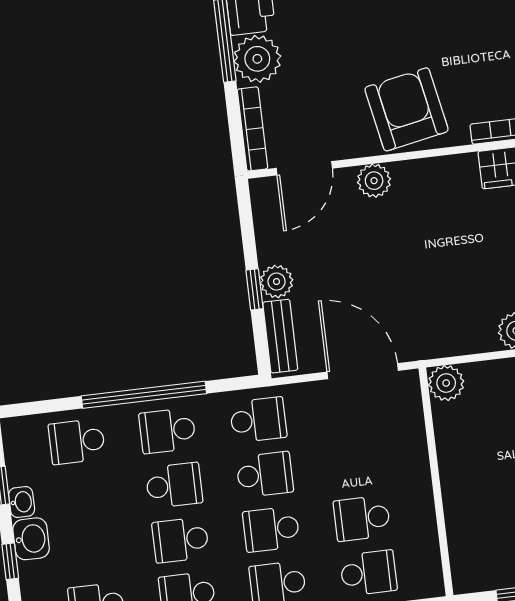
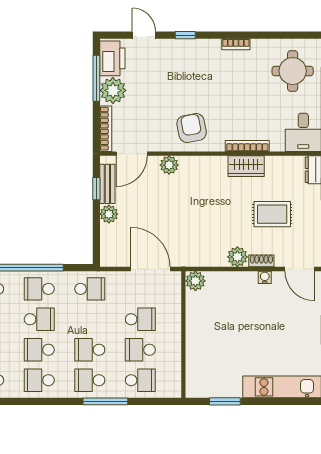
armchair: (406, 109) -> (192, 128), width x0.73, depth x0.73
window: (255, 289) -> (96, 189), moved
bench: (280, 336) -> (107, 184), moved
school desk: (265, 475) -> (140, 319), moved

